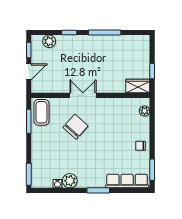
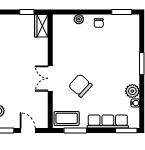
plant: (145, 111) -> (79, 19), moved
row of seats: (127, 181) -> (108, 122), moved, turned 90

